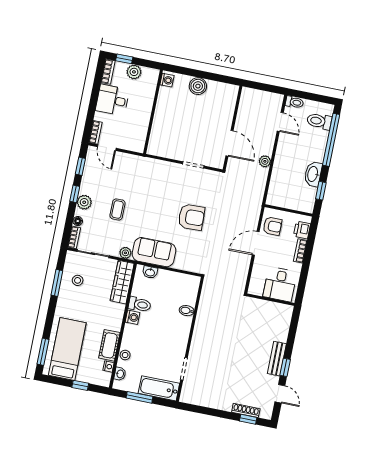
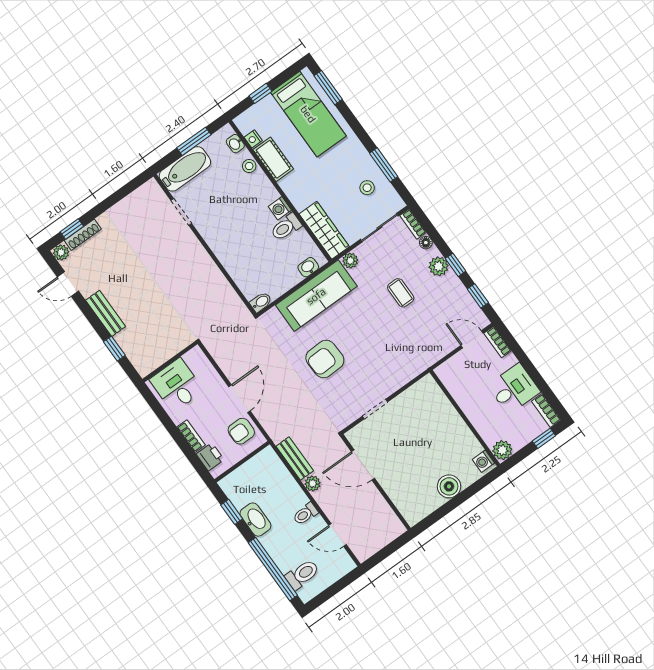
plant: (134, 72) -> (502, 450), moved
toilet: (294, 102) -> (305, 514), moved
bench: (260, 183) -> (295, 458), added
sofa: (154, 252) -> (316, 296), width x1.36
bidet: (187, 311) -> (261, 302), moved
window: (285, 367) -> (114, 349), moved
plant: (266, 413) -> (61, 252), added

